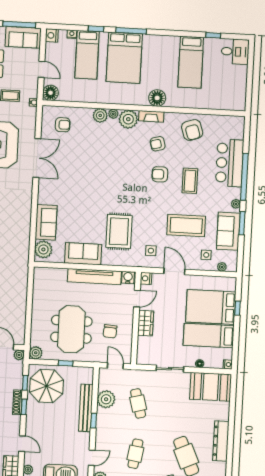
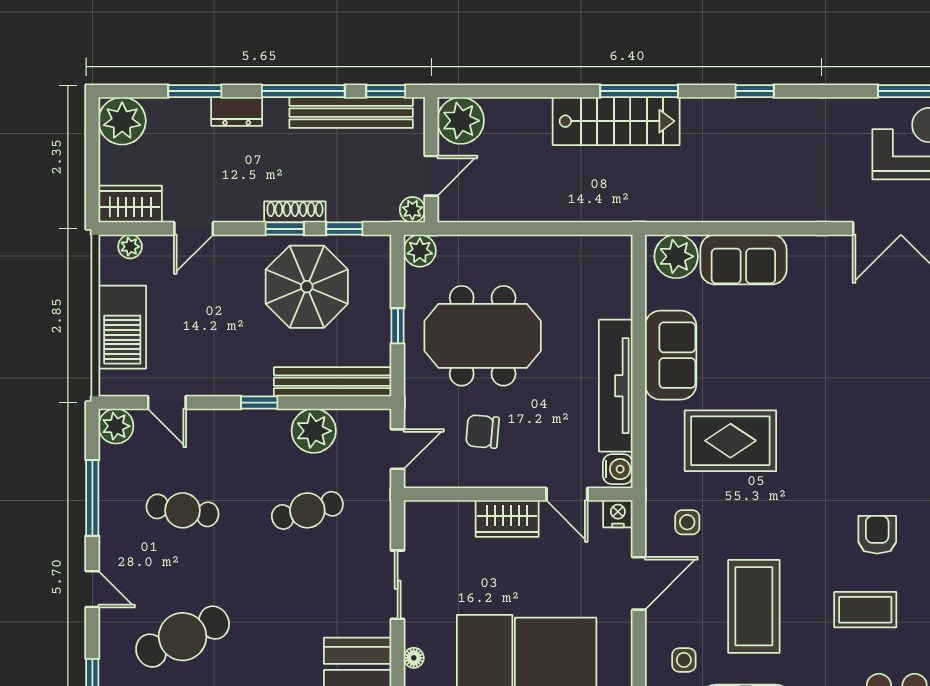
parasol: (46, 386) -> (307, 287), moved
bench: (86, 408) -> (333, 382), moved

